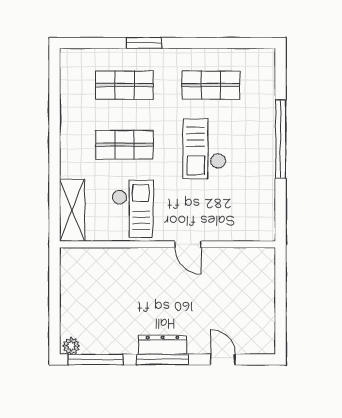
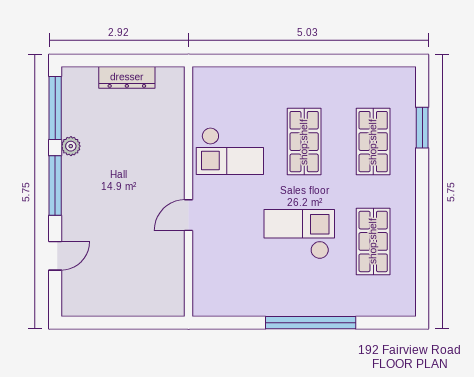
window: (144, 43) -> (422, 128), moved
shelving: (72, 210) -> (228, 81), removed
dresser: (163, 345) -> (127, 77), moved, turned 90
plant: (71, 346) -> (71, 146), moved

